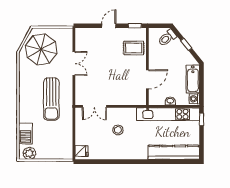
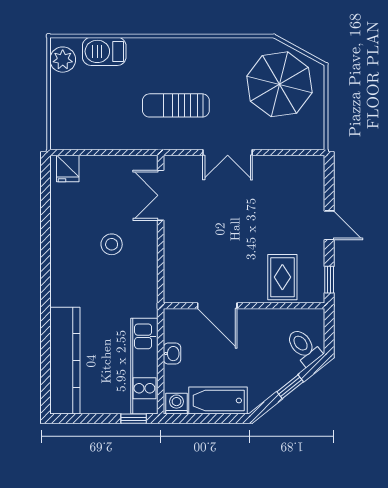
double door: (74, 64) -> (228, 152), moved
sun lounger: (51, 99) -> (176, 105), width x0.73, depth x0.75
kitchen unit: (168, 114) -> (144, 366), width x0.73

